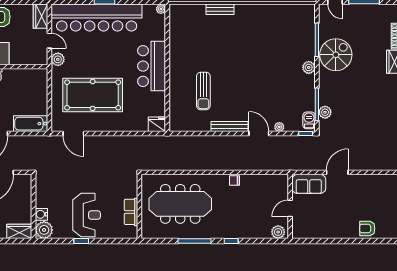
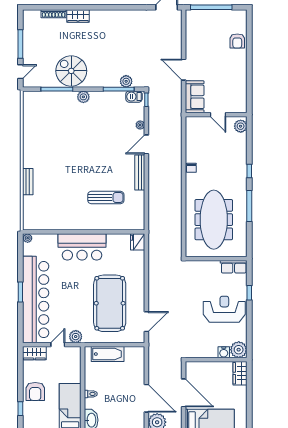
bathtub: (31, 124) -> (108, 354), moved, turned -90
row of seats: (131, 212) -> (234, 267), moved
window: (81, 241) -> (249, 293), moved

